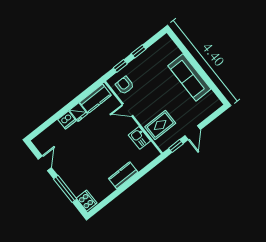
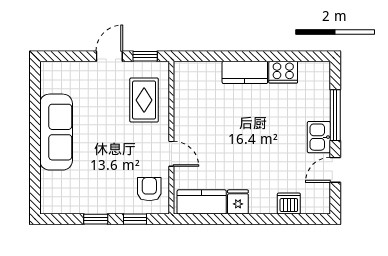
armchair: (125, 85) -> (149, 189), turned 180
dishwasher: (67, 120) -> (289, 204), moved
rug: (160, 125) -> (144, 100), turned 90
kitchen sink: (139, 138) -> (319, 137), moved, turned 180
cooker: (87, 201) -> (283, 72), moved, turned -90

